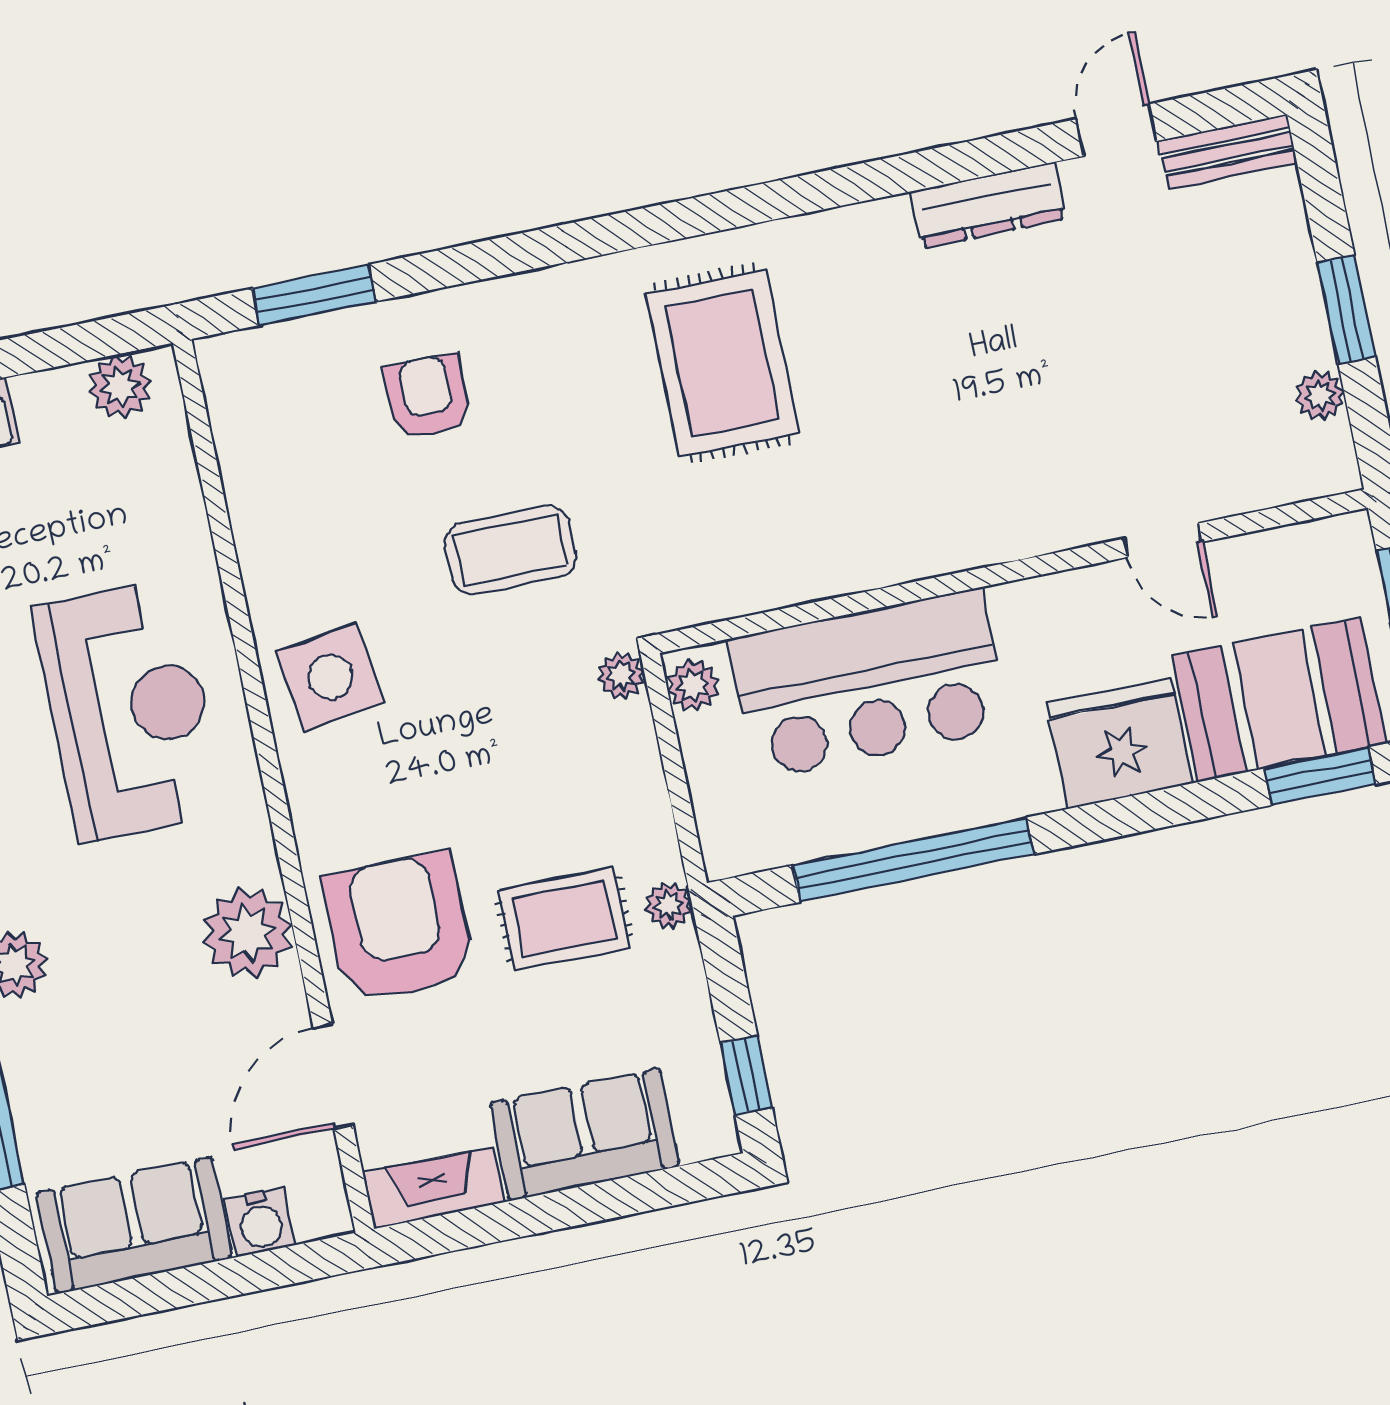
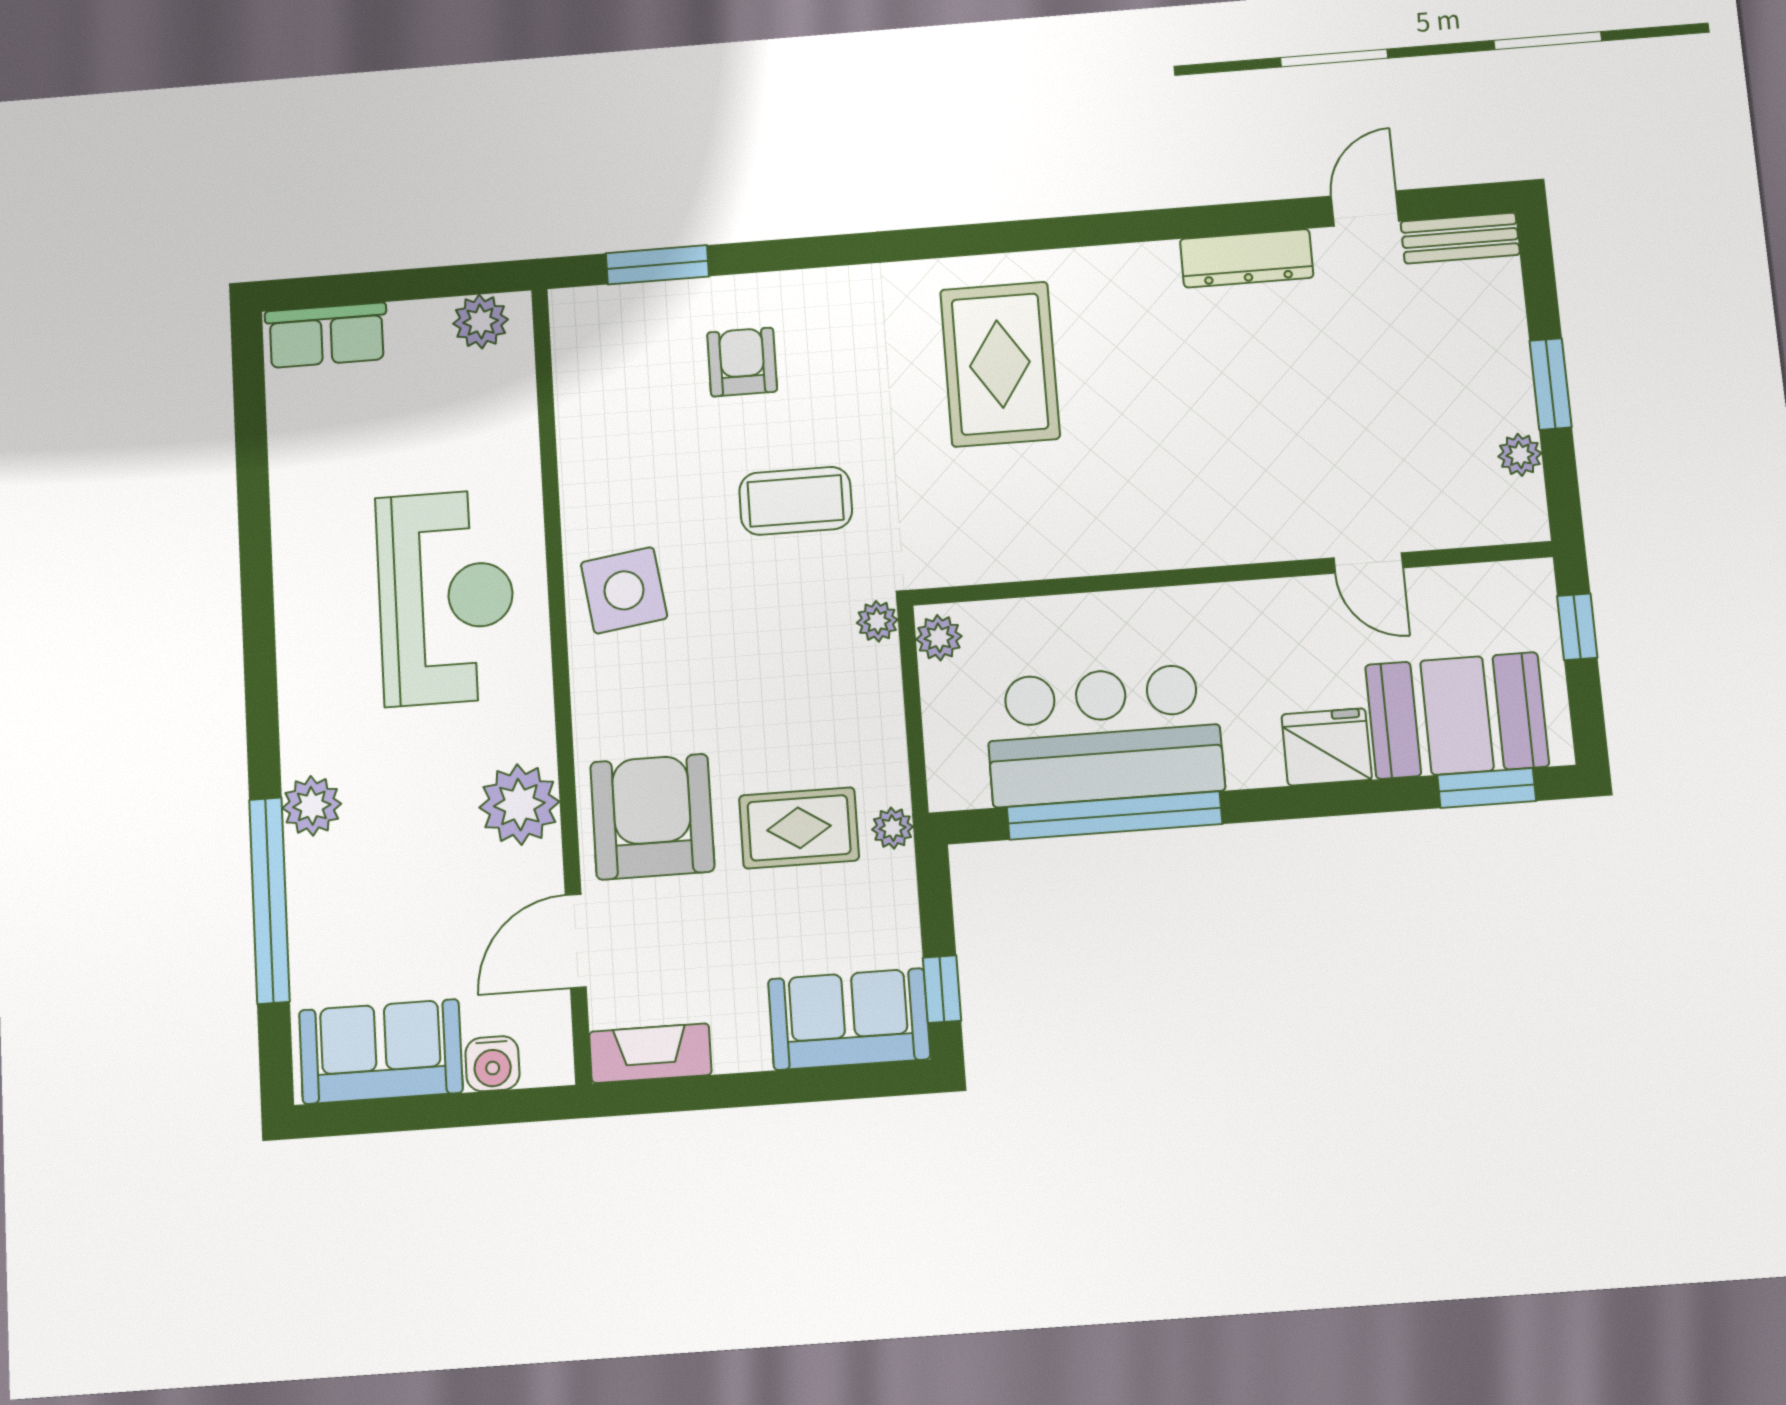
bar counter: (868, 684) -> (1104, 735), moved, turned 180
fridge: (1120, 743) -> (1327, 747), width x0.73, depth x0.75
sofa: (585, 1134) -> (849, 1019), moved

